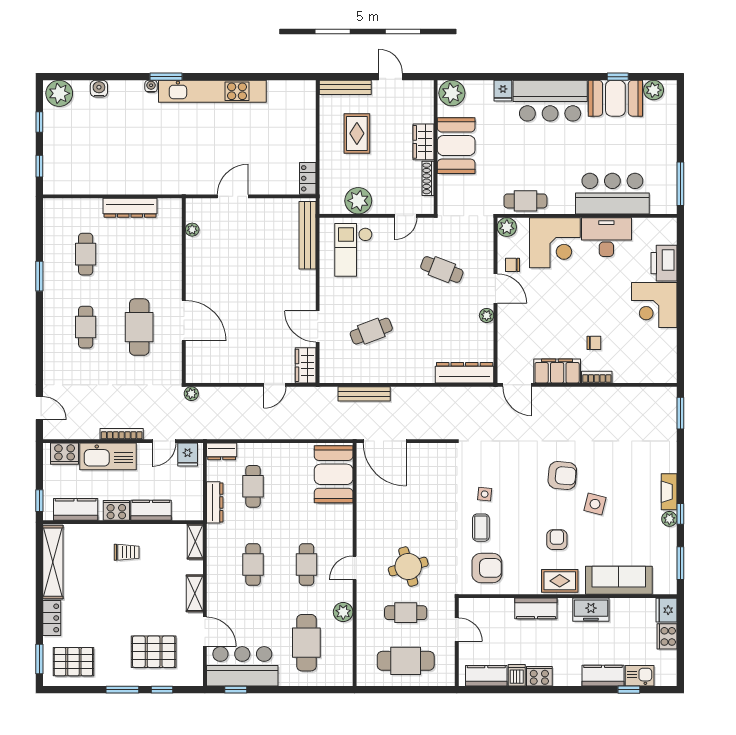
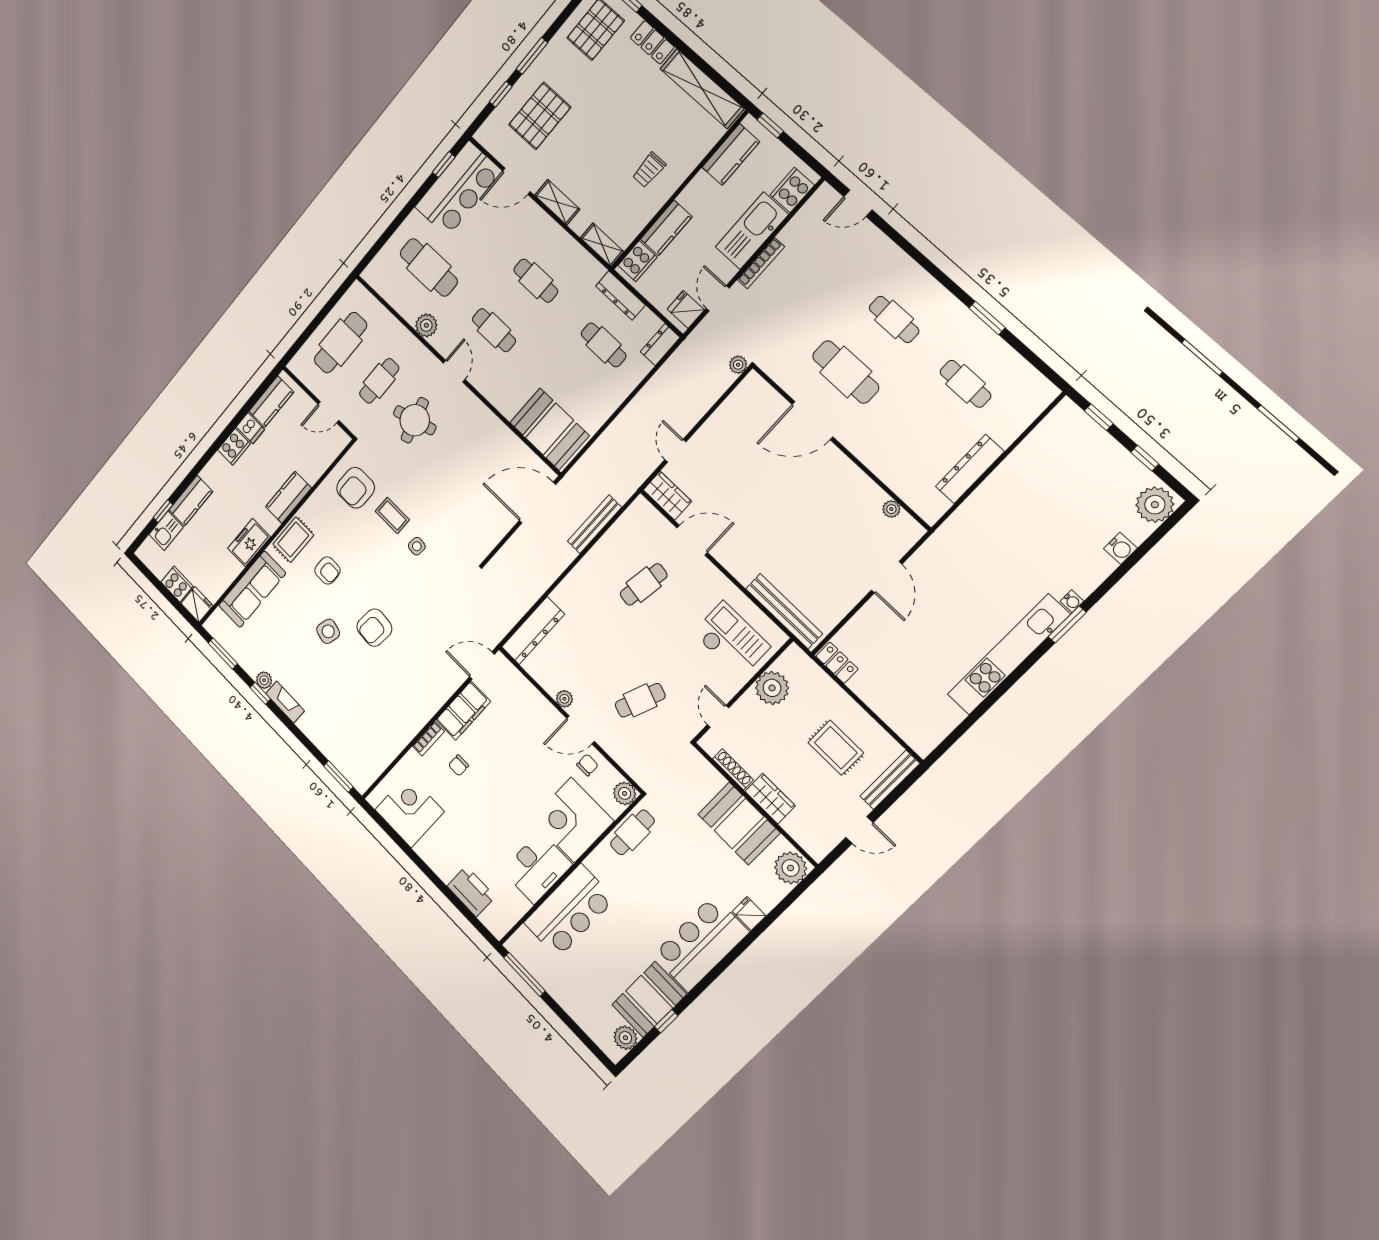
corner desk: (654, 305) -> (410, 811), moved
cafe table: (371, 331) -> (644, 584), turned 30
cooker: (116, 510) -> (637, 261), moved

